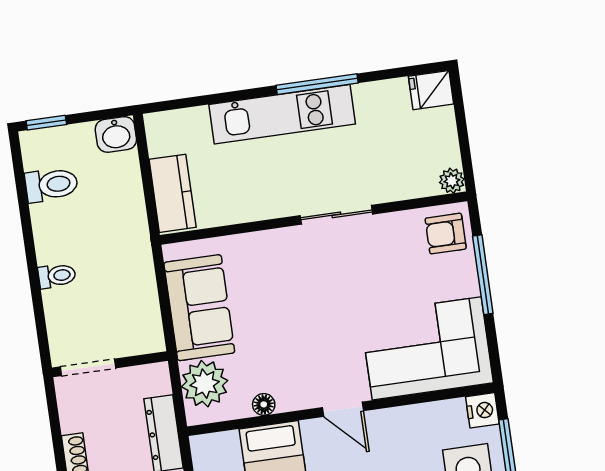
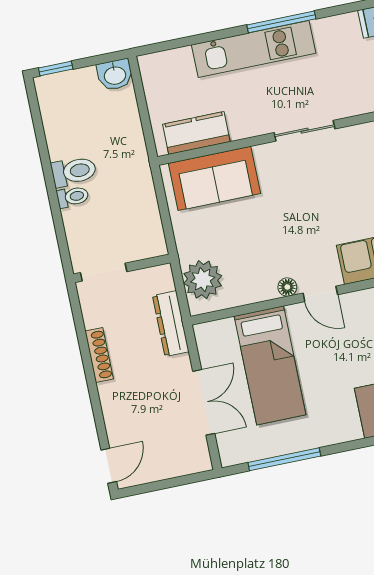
toilet: (51, 185) -> (74, 171), moved
kitchen counter: (173, 193) -> (196, 133), moved, turned -90
sofa: (199, 308) -> (214, 178), moved, turned 90
floor lamp: (264, 404) -> (287, 287), moved

